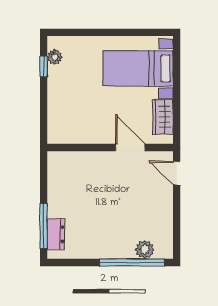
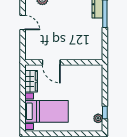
door: (177, 173) -> (23, 23), moved

